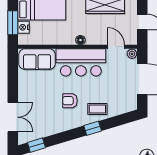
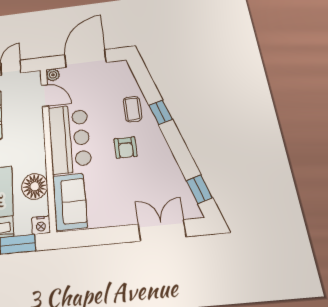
nightstand: (24, 27) -> (41, 225), moved
floor lamp: (80, 40) -> (35, 186), moved, width x1.89, depth x1.89
door: (116, 47) -> (45, 96), swing flipped

